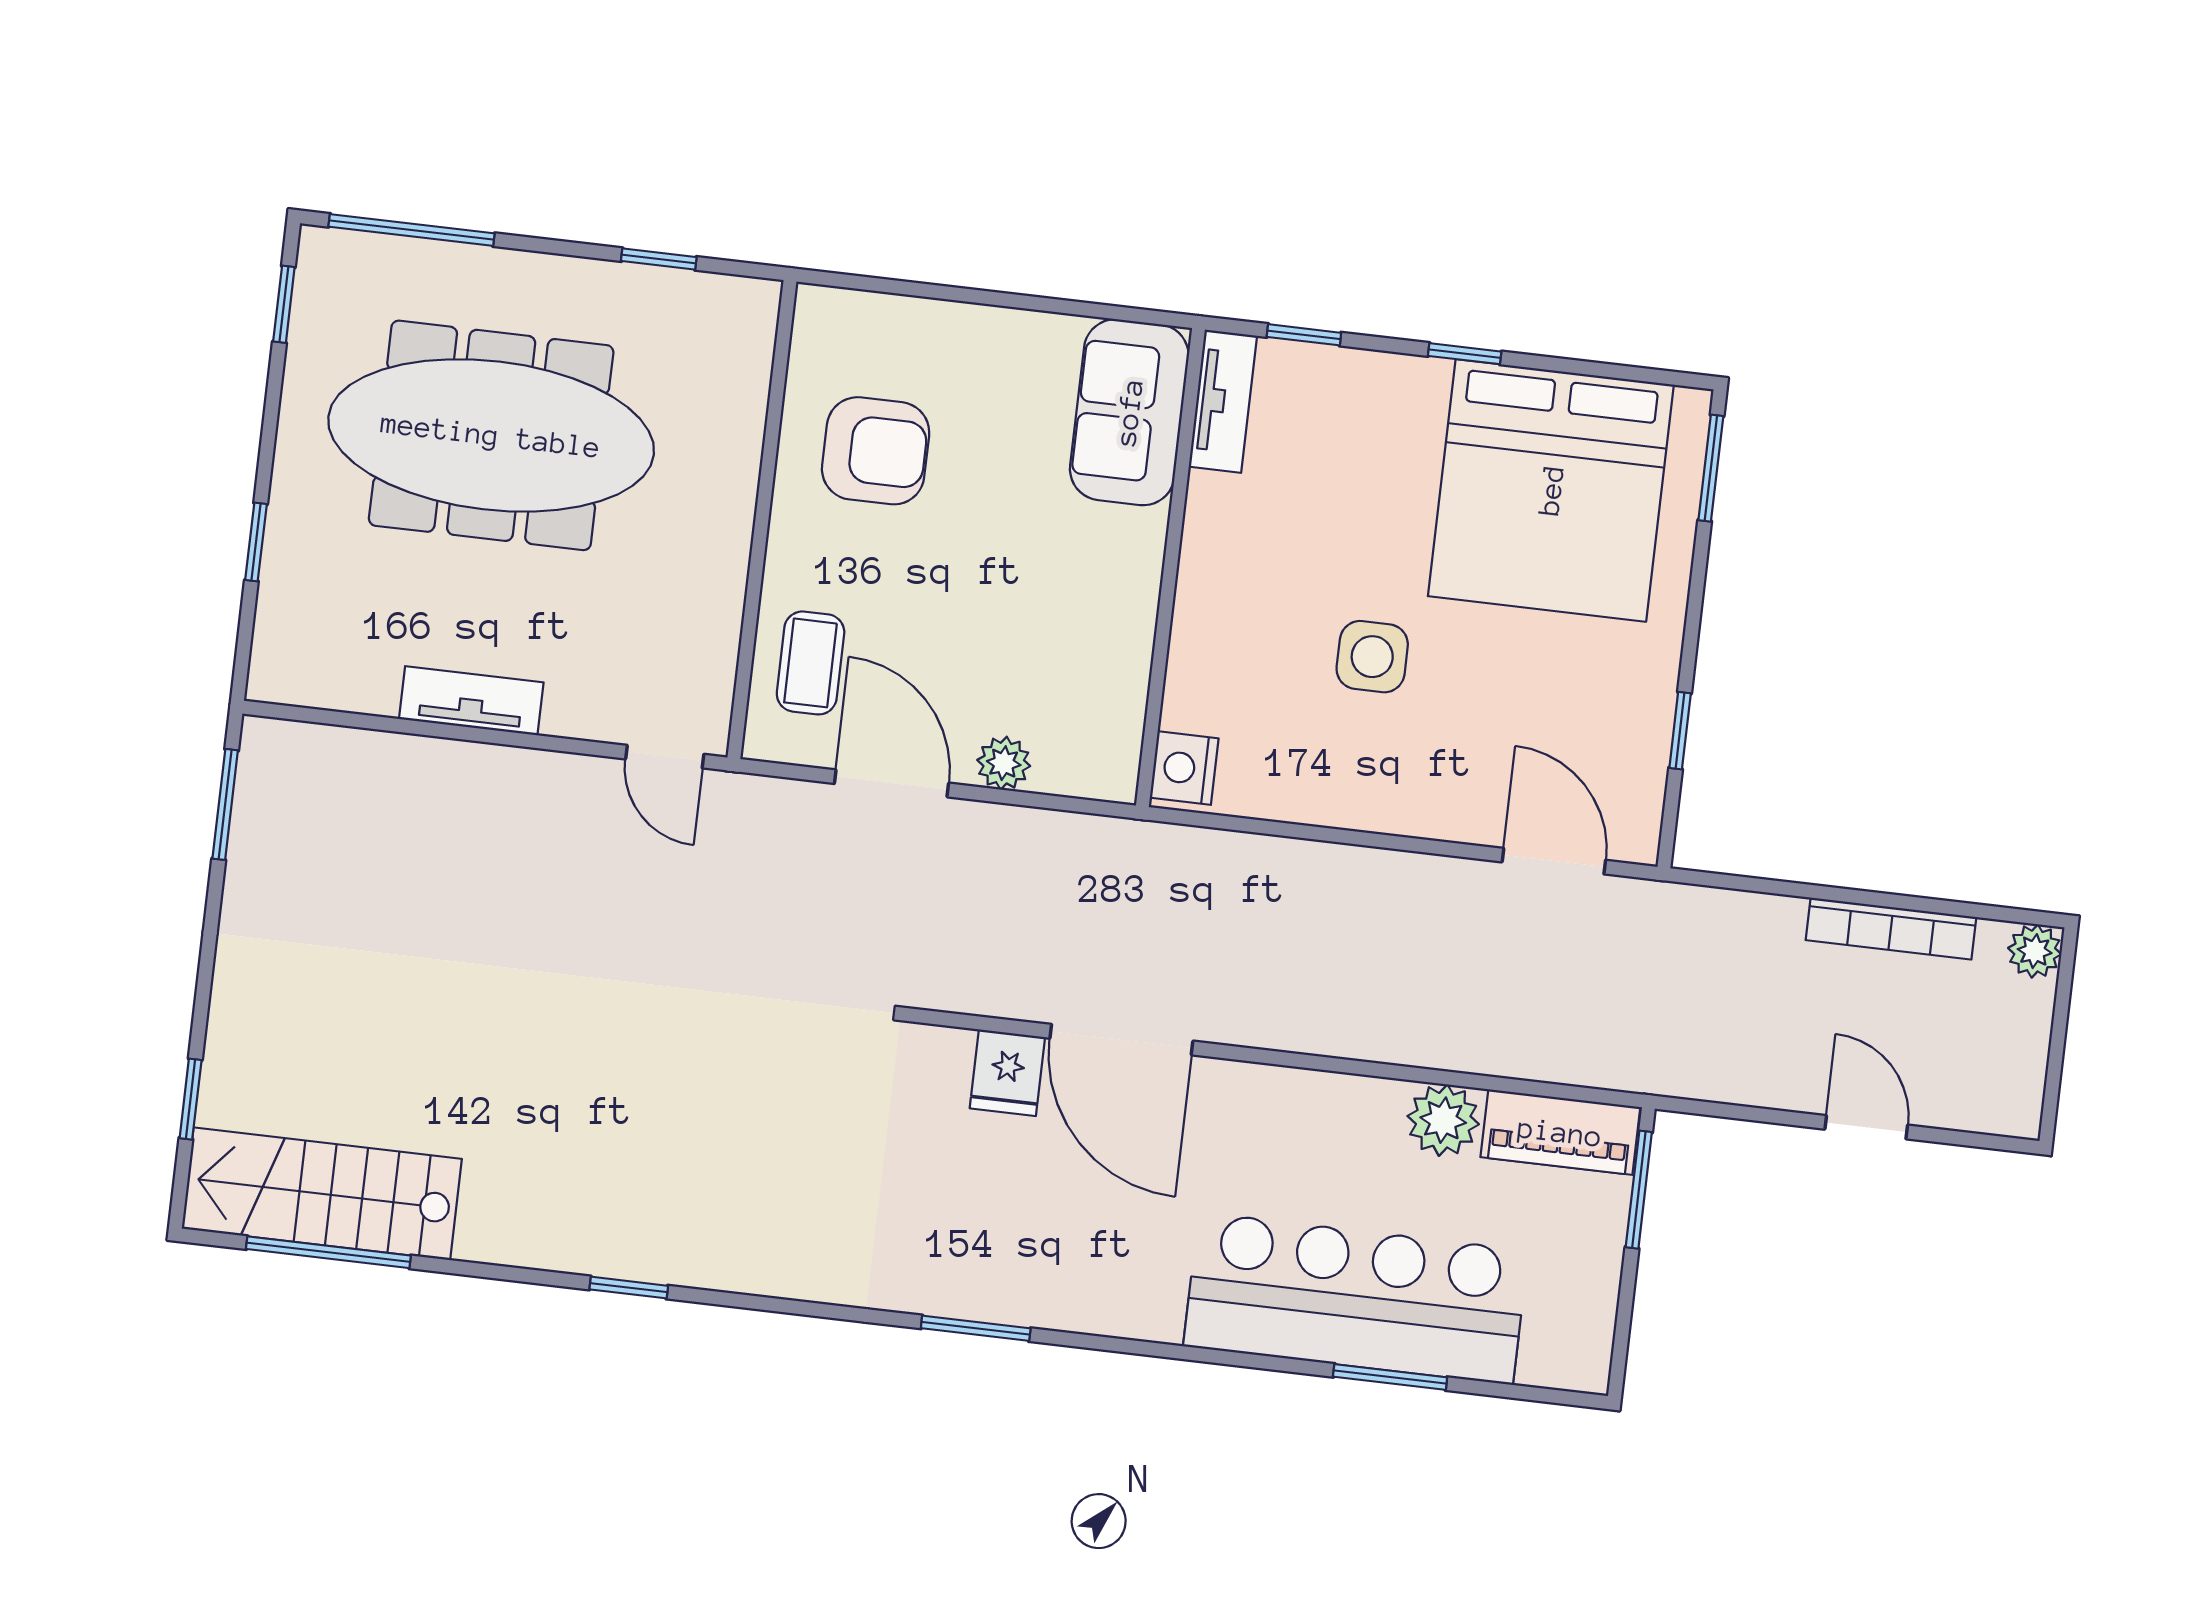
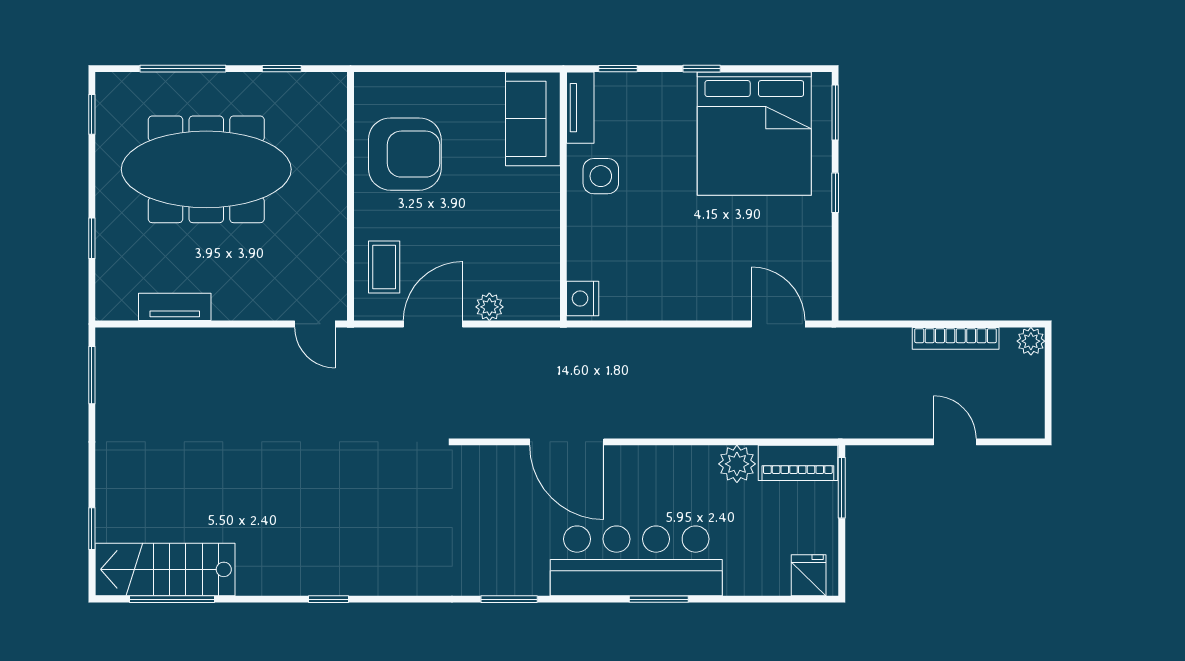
window: (412, 230) -> (183, 69), moved
armchair: (876, 451) -> (405, 154), width x1.36, depth x1.36
side table: (1372, 657) -> (601, 176), moved
tv unit: (471, 701) -> (175, 307), moved
window: (1680, 731) -> (835, 193), moved
door: (891, 783) -> (433, 324), hinge flipped
fridge: (1007, 1073) -> (809, 575), moved, turned 180
bar counter: (1356, 1298) -> (636, 561), moved
window: (1390, 1377) -> (659, 599), moved

